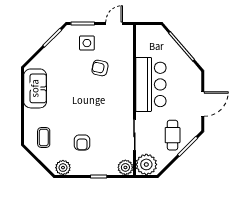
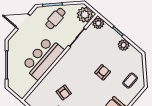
armchair: (82, 143) -> (103, 72), moved
plant: (63, 168) -> (124, 45), moved

